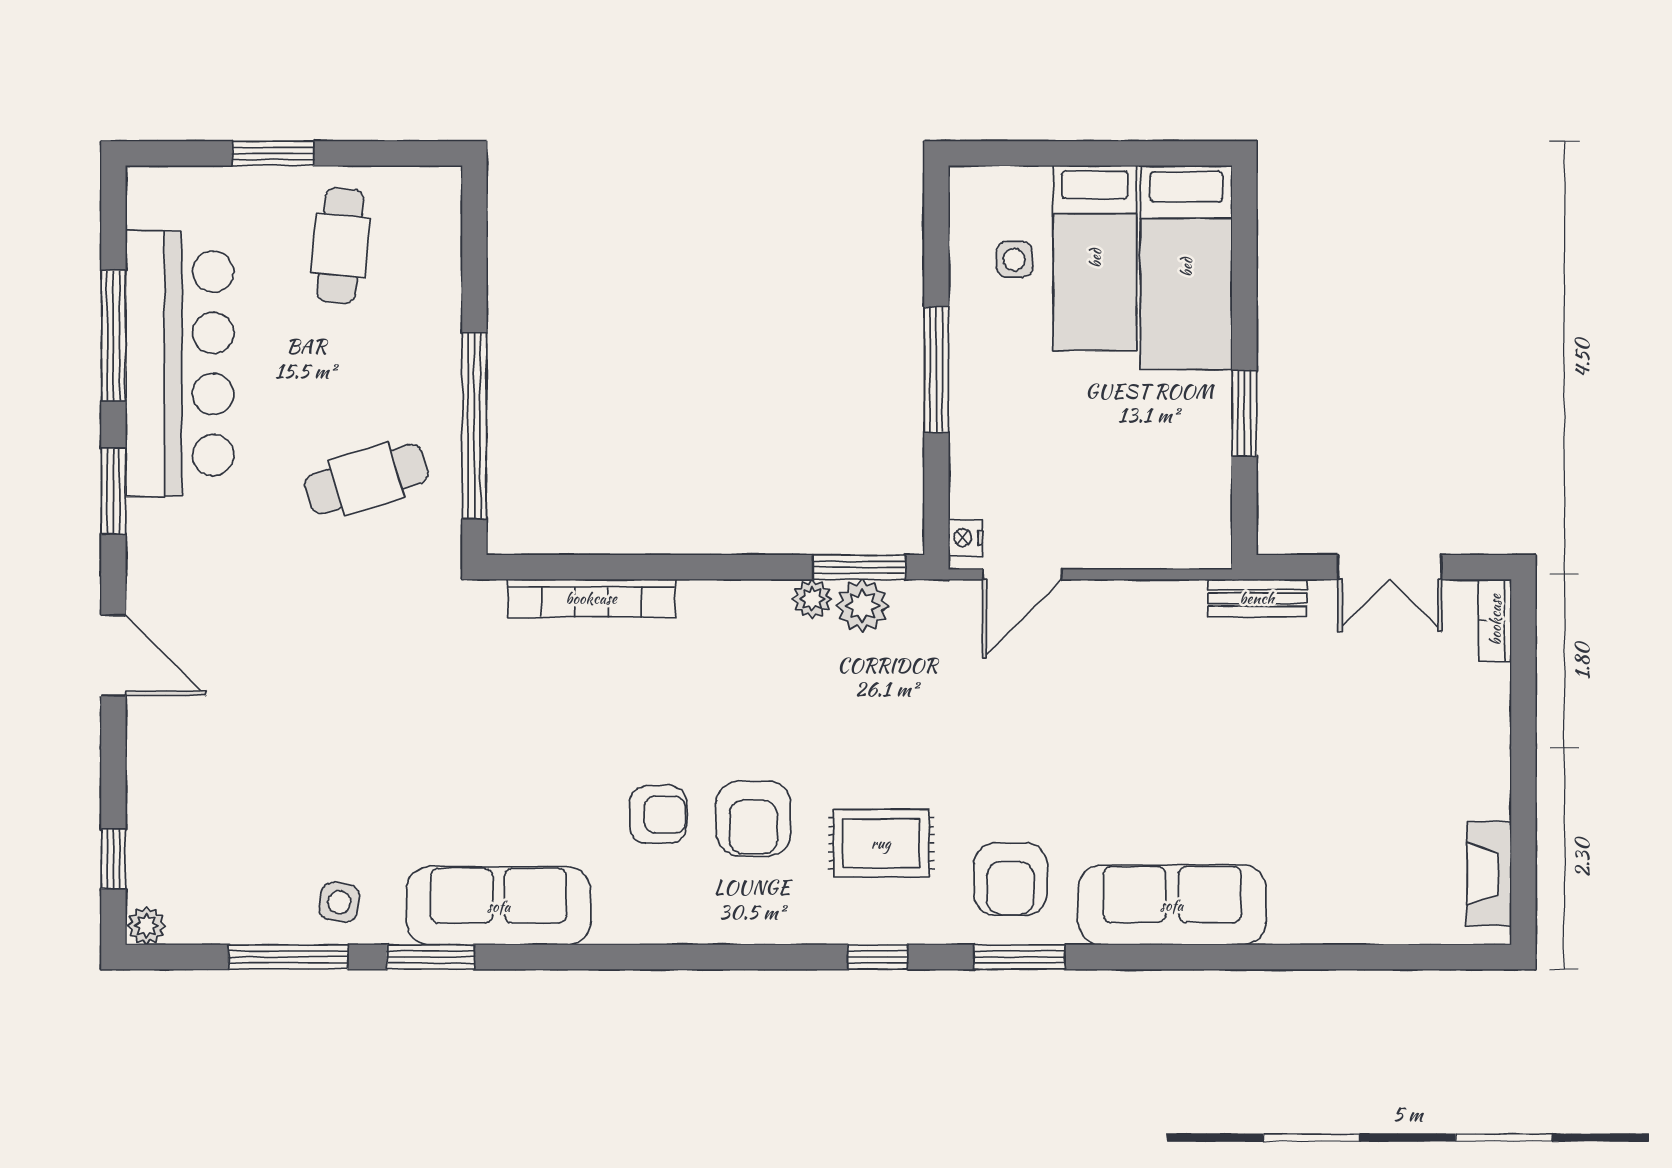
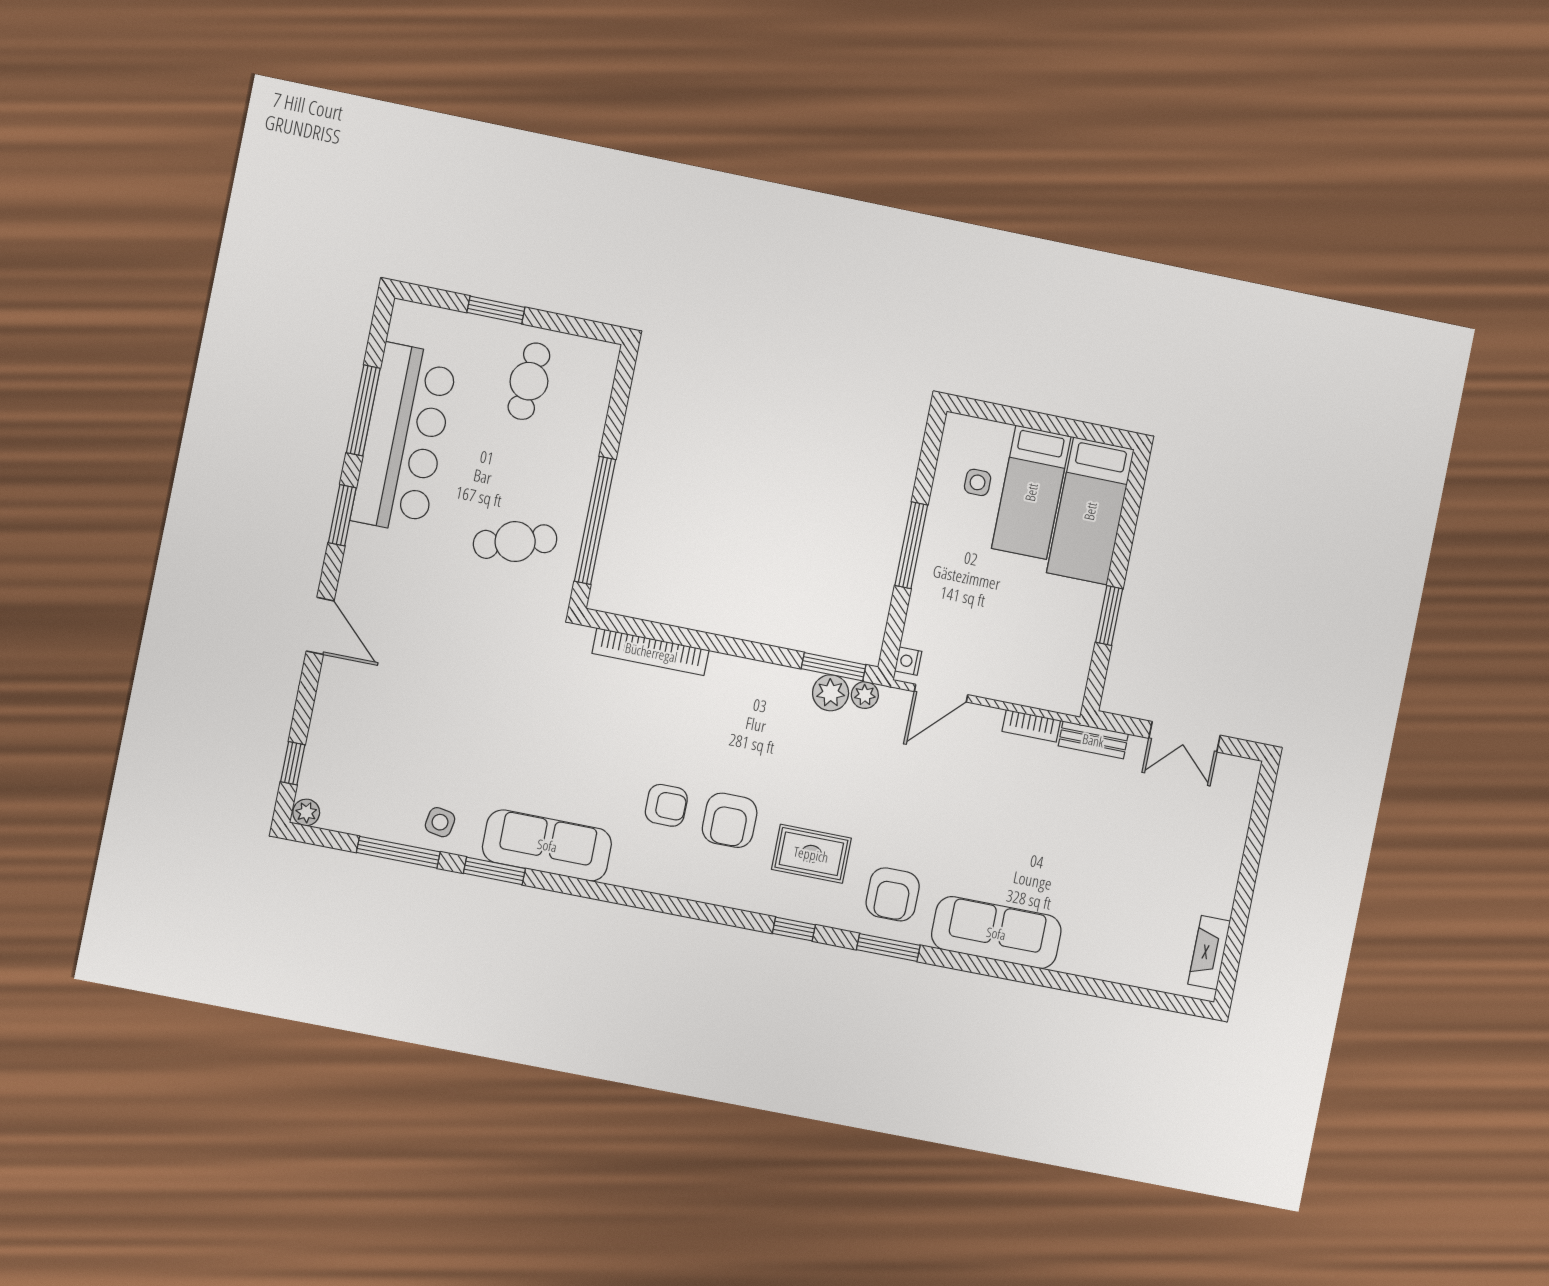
plant: (812, 599) -> (865, 695), moved
bookcase: (1495, 620) -> (1031, 726), moved, turned -90

